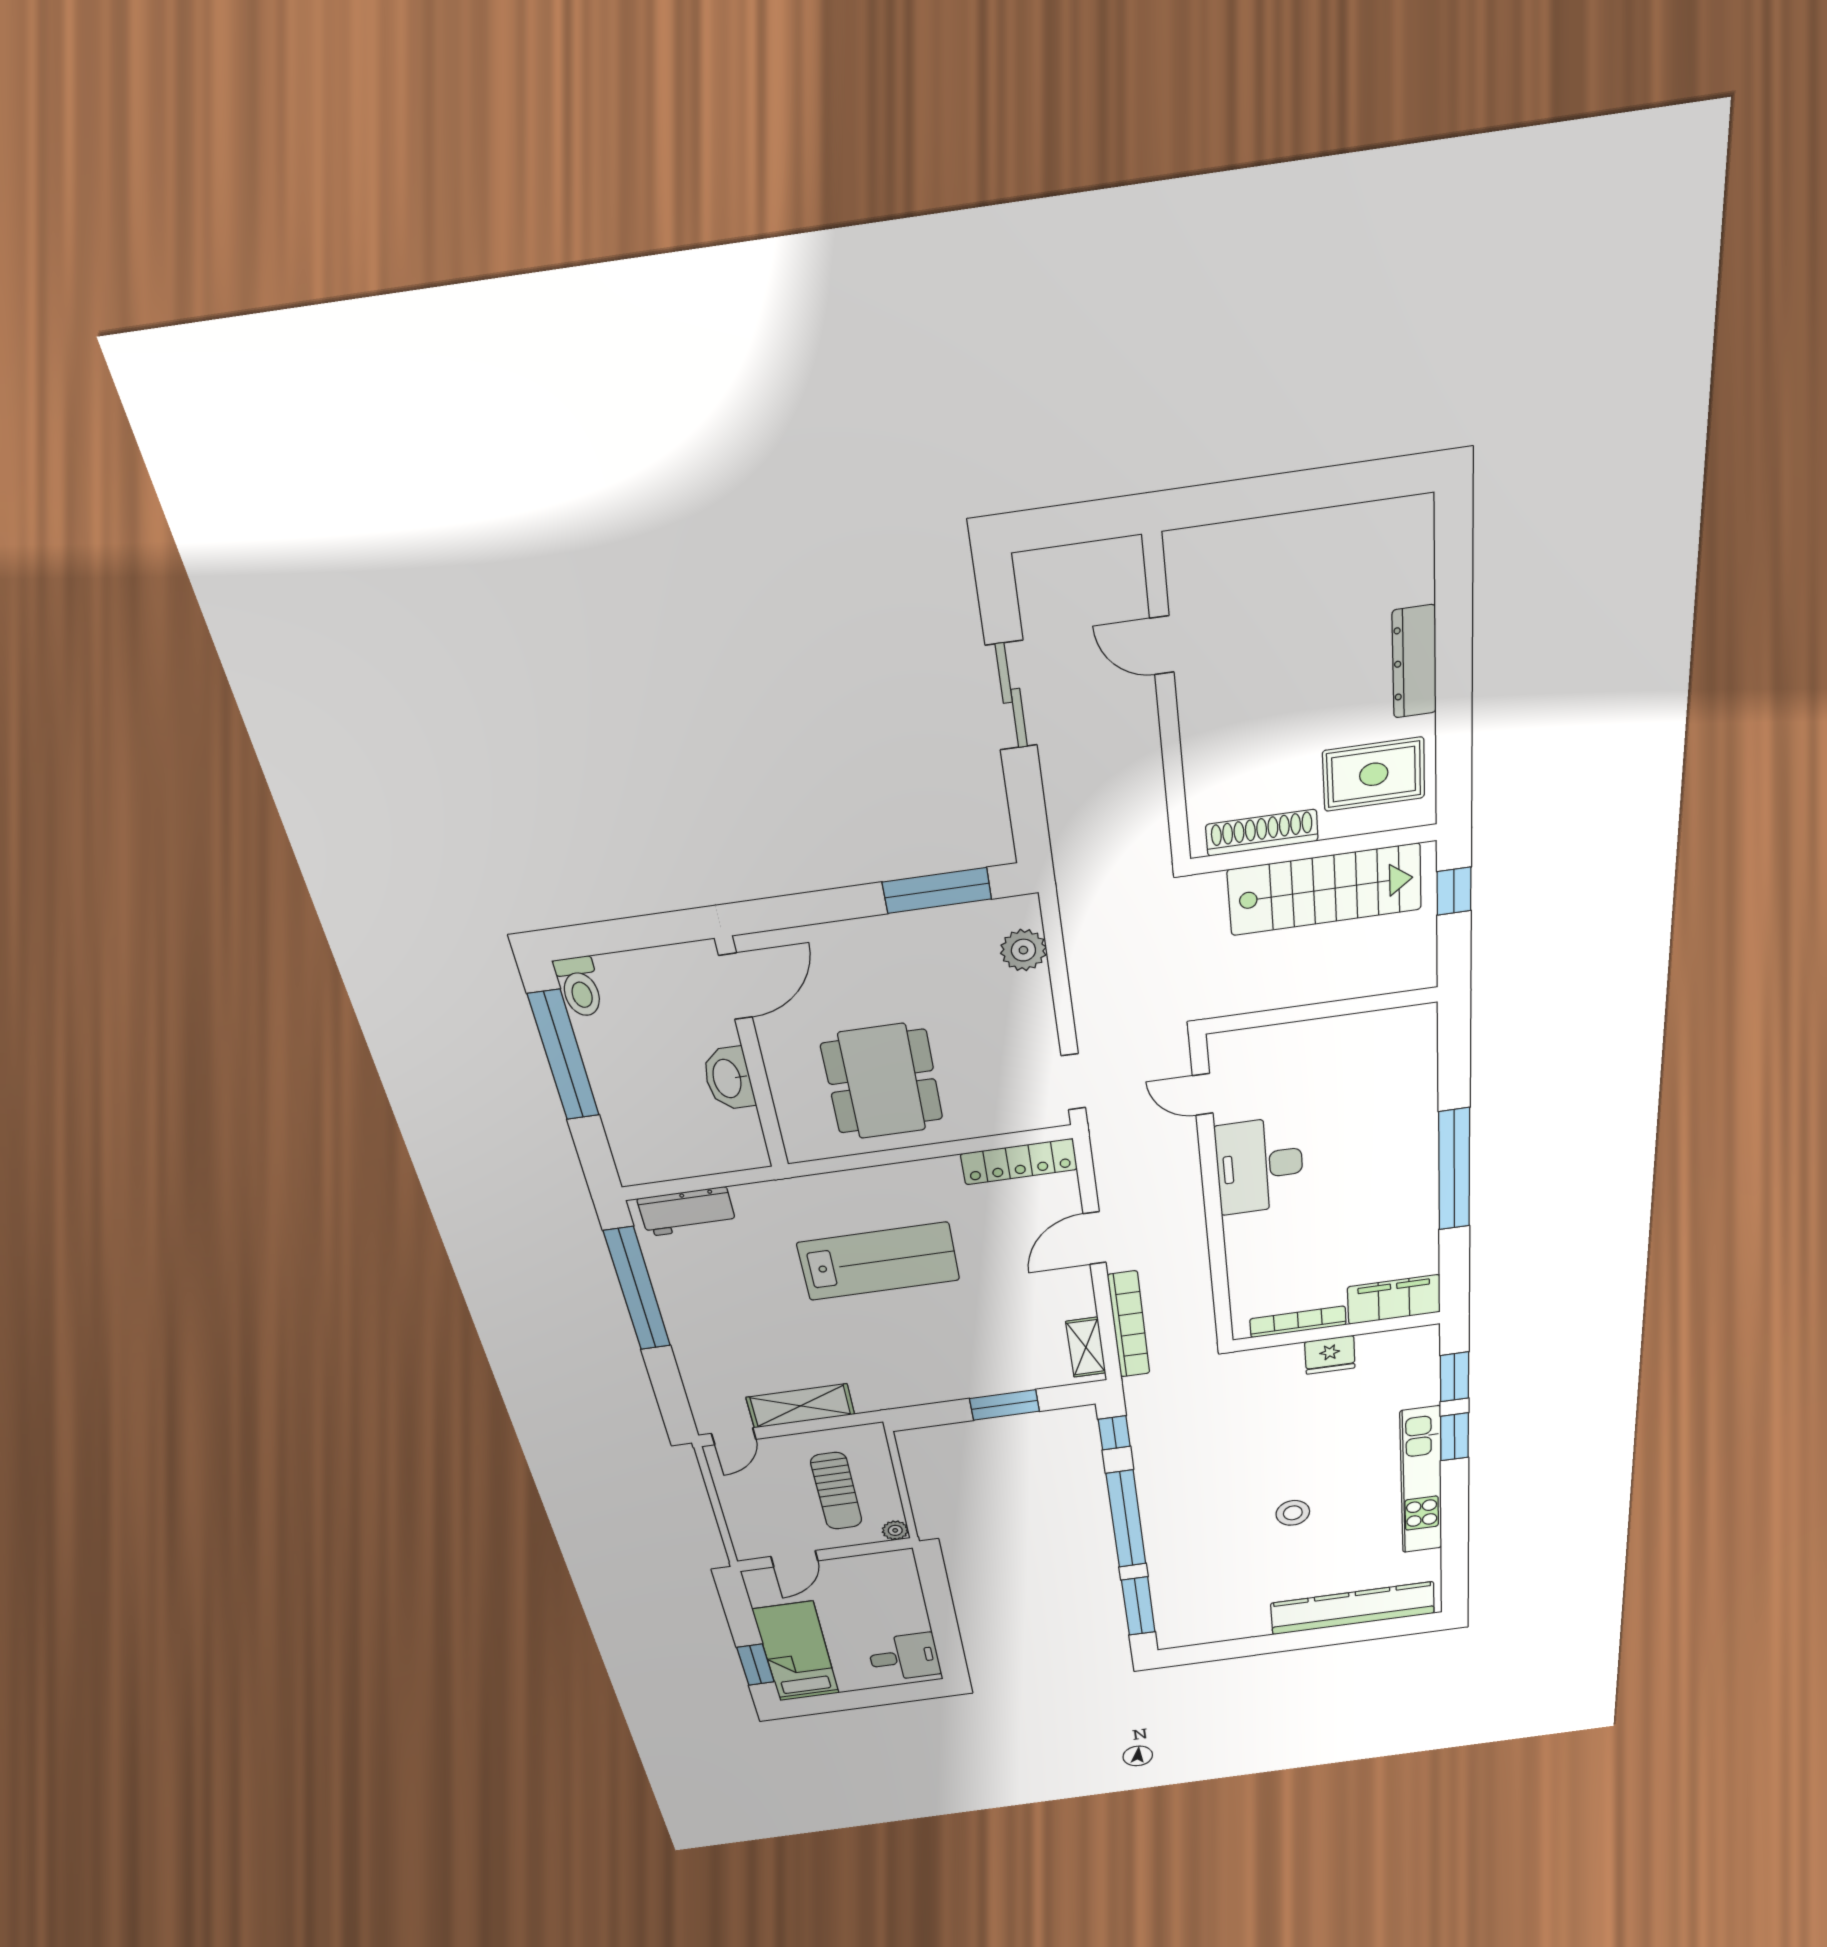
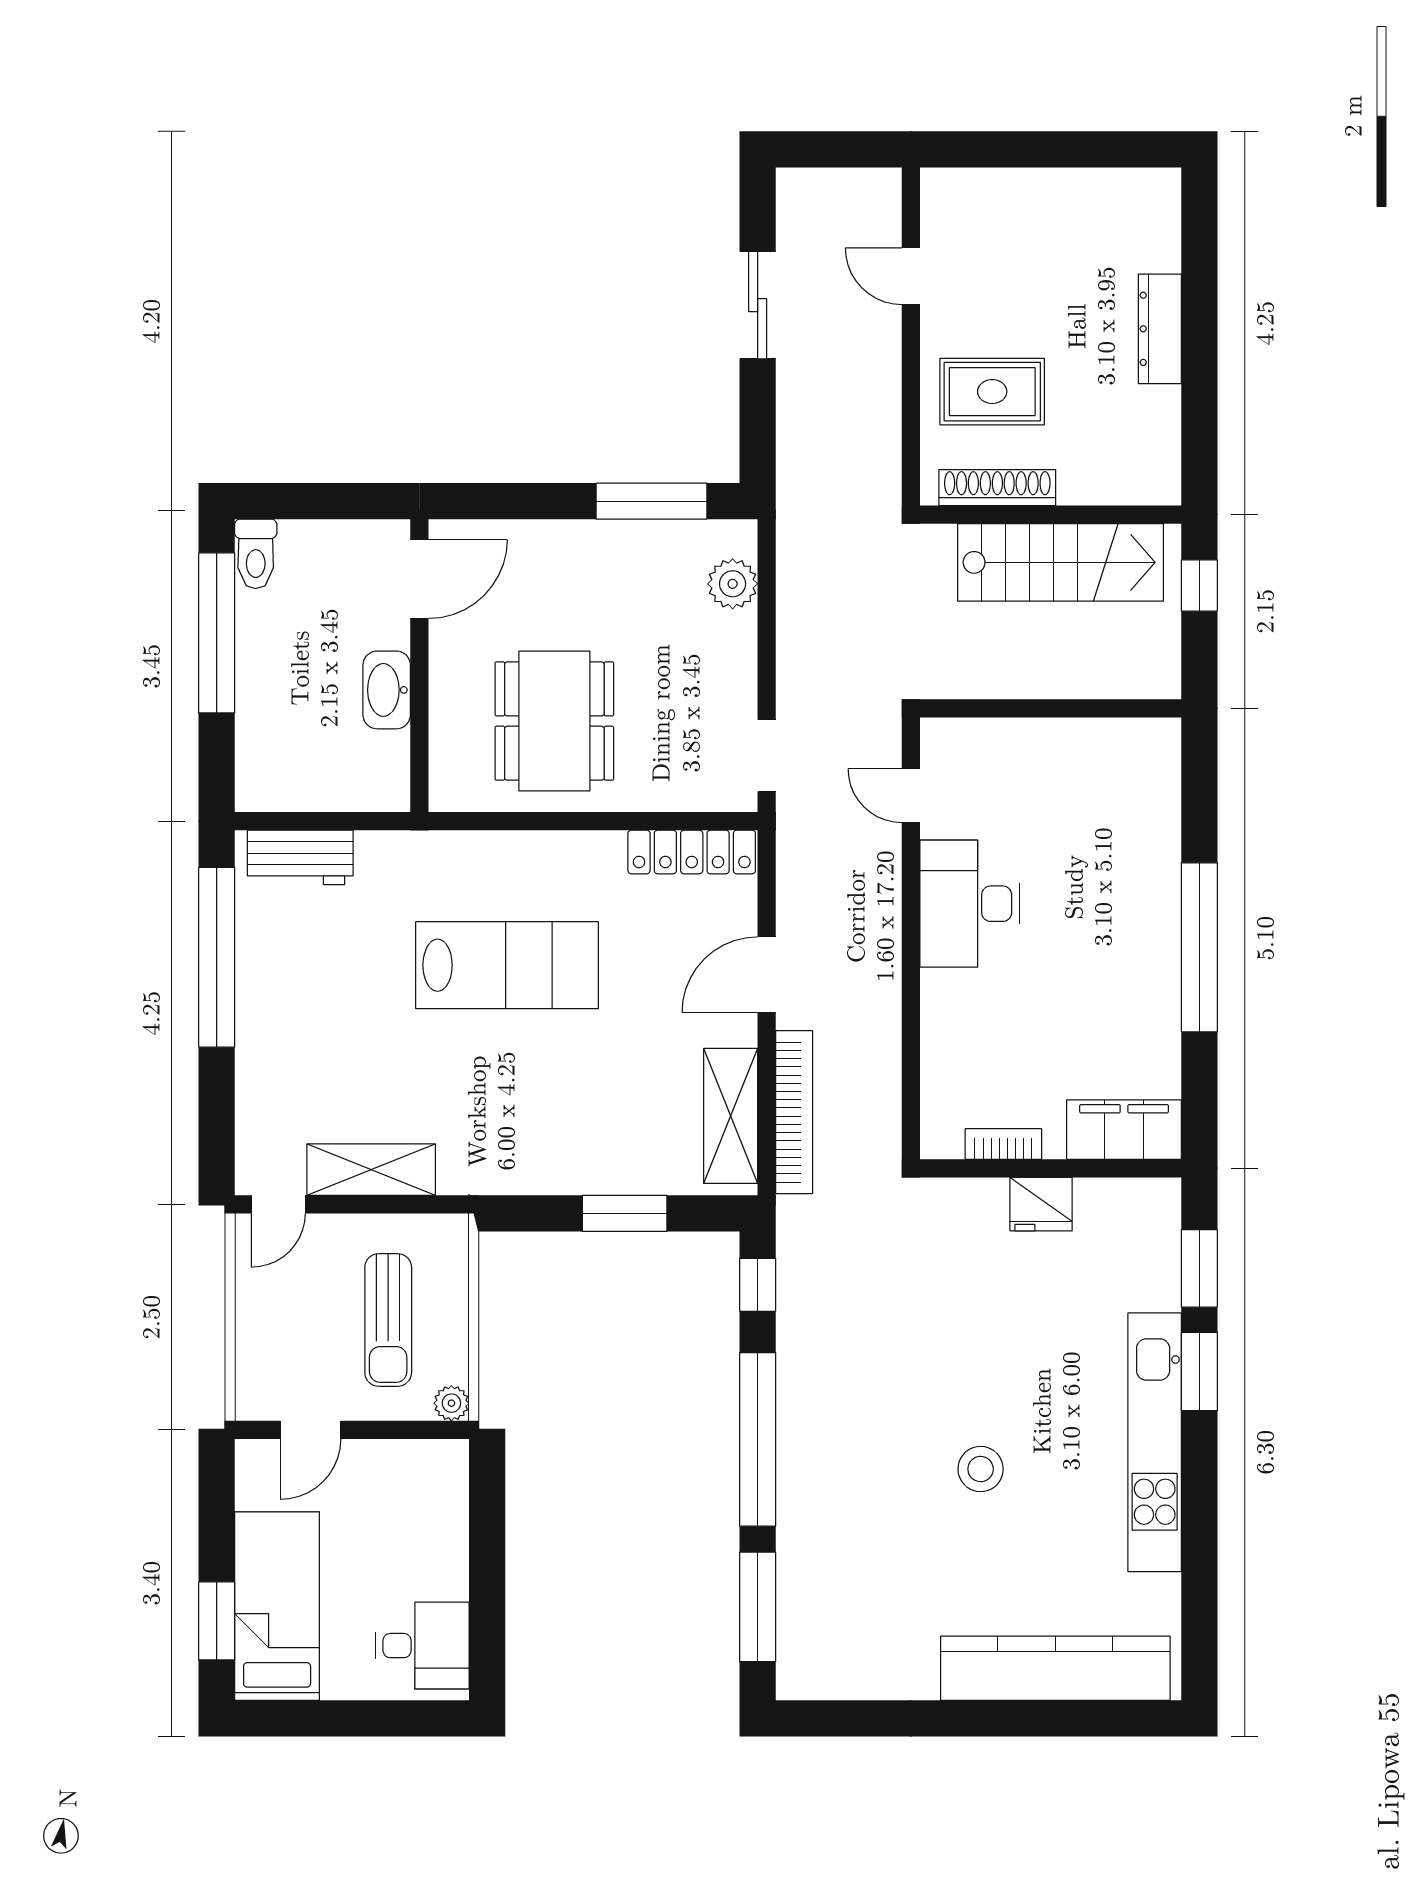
rug: (1374, 774) -> (992, 392), moved
bookcase: (1298, 1322) -> (1003, 1144), width x0.64
shelving: (1086, 1347) -> (731, 1116), width x1.50, depth x1.33

